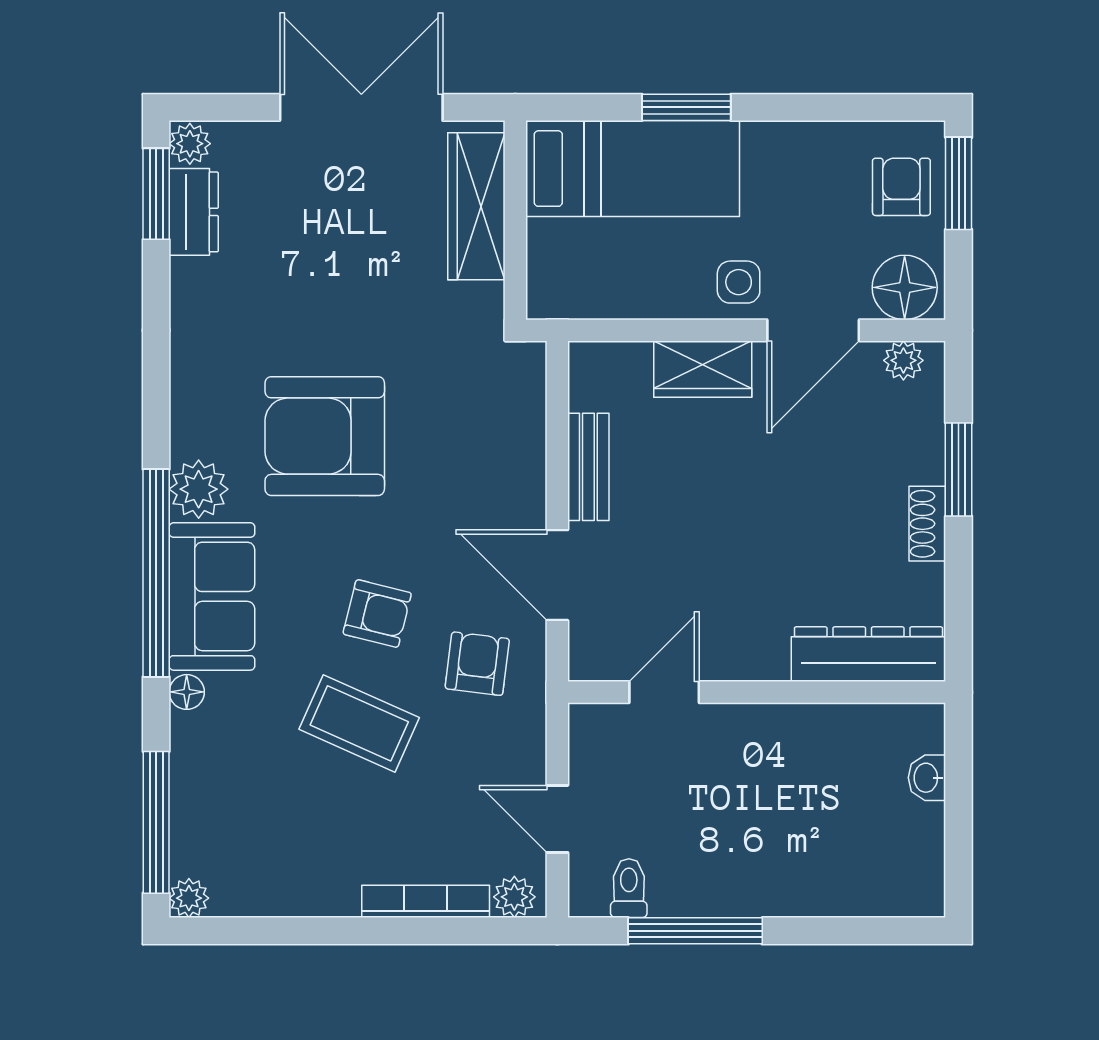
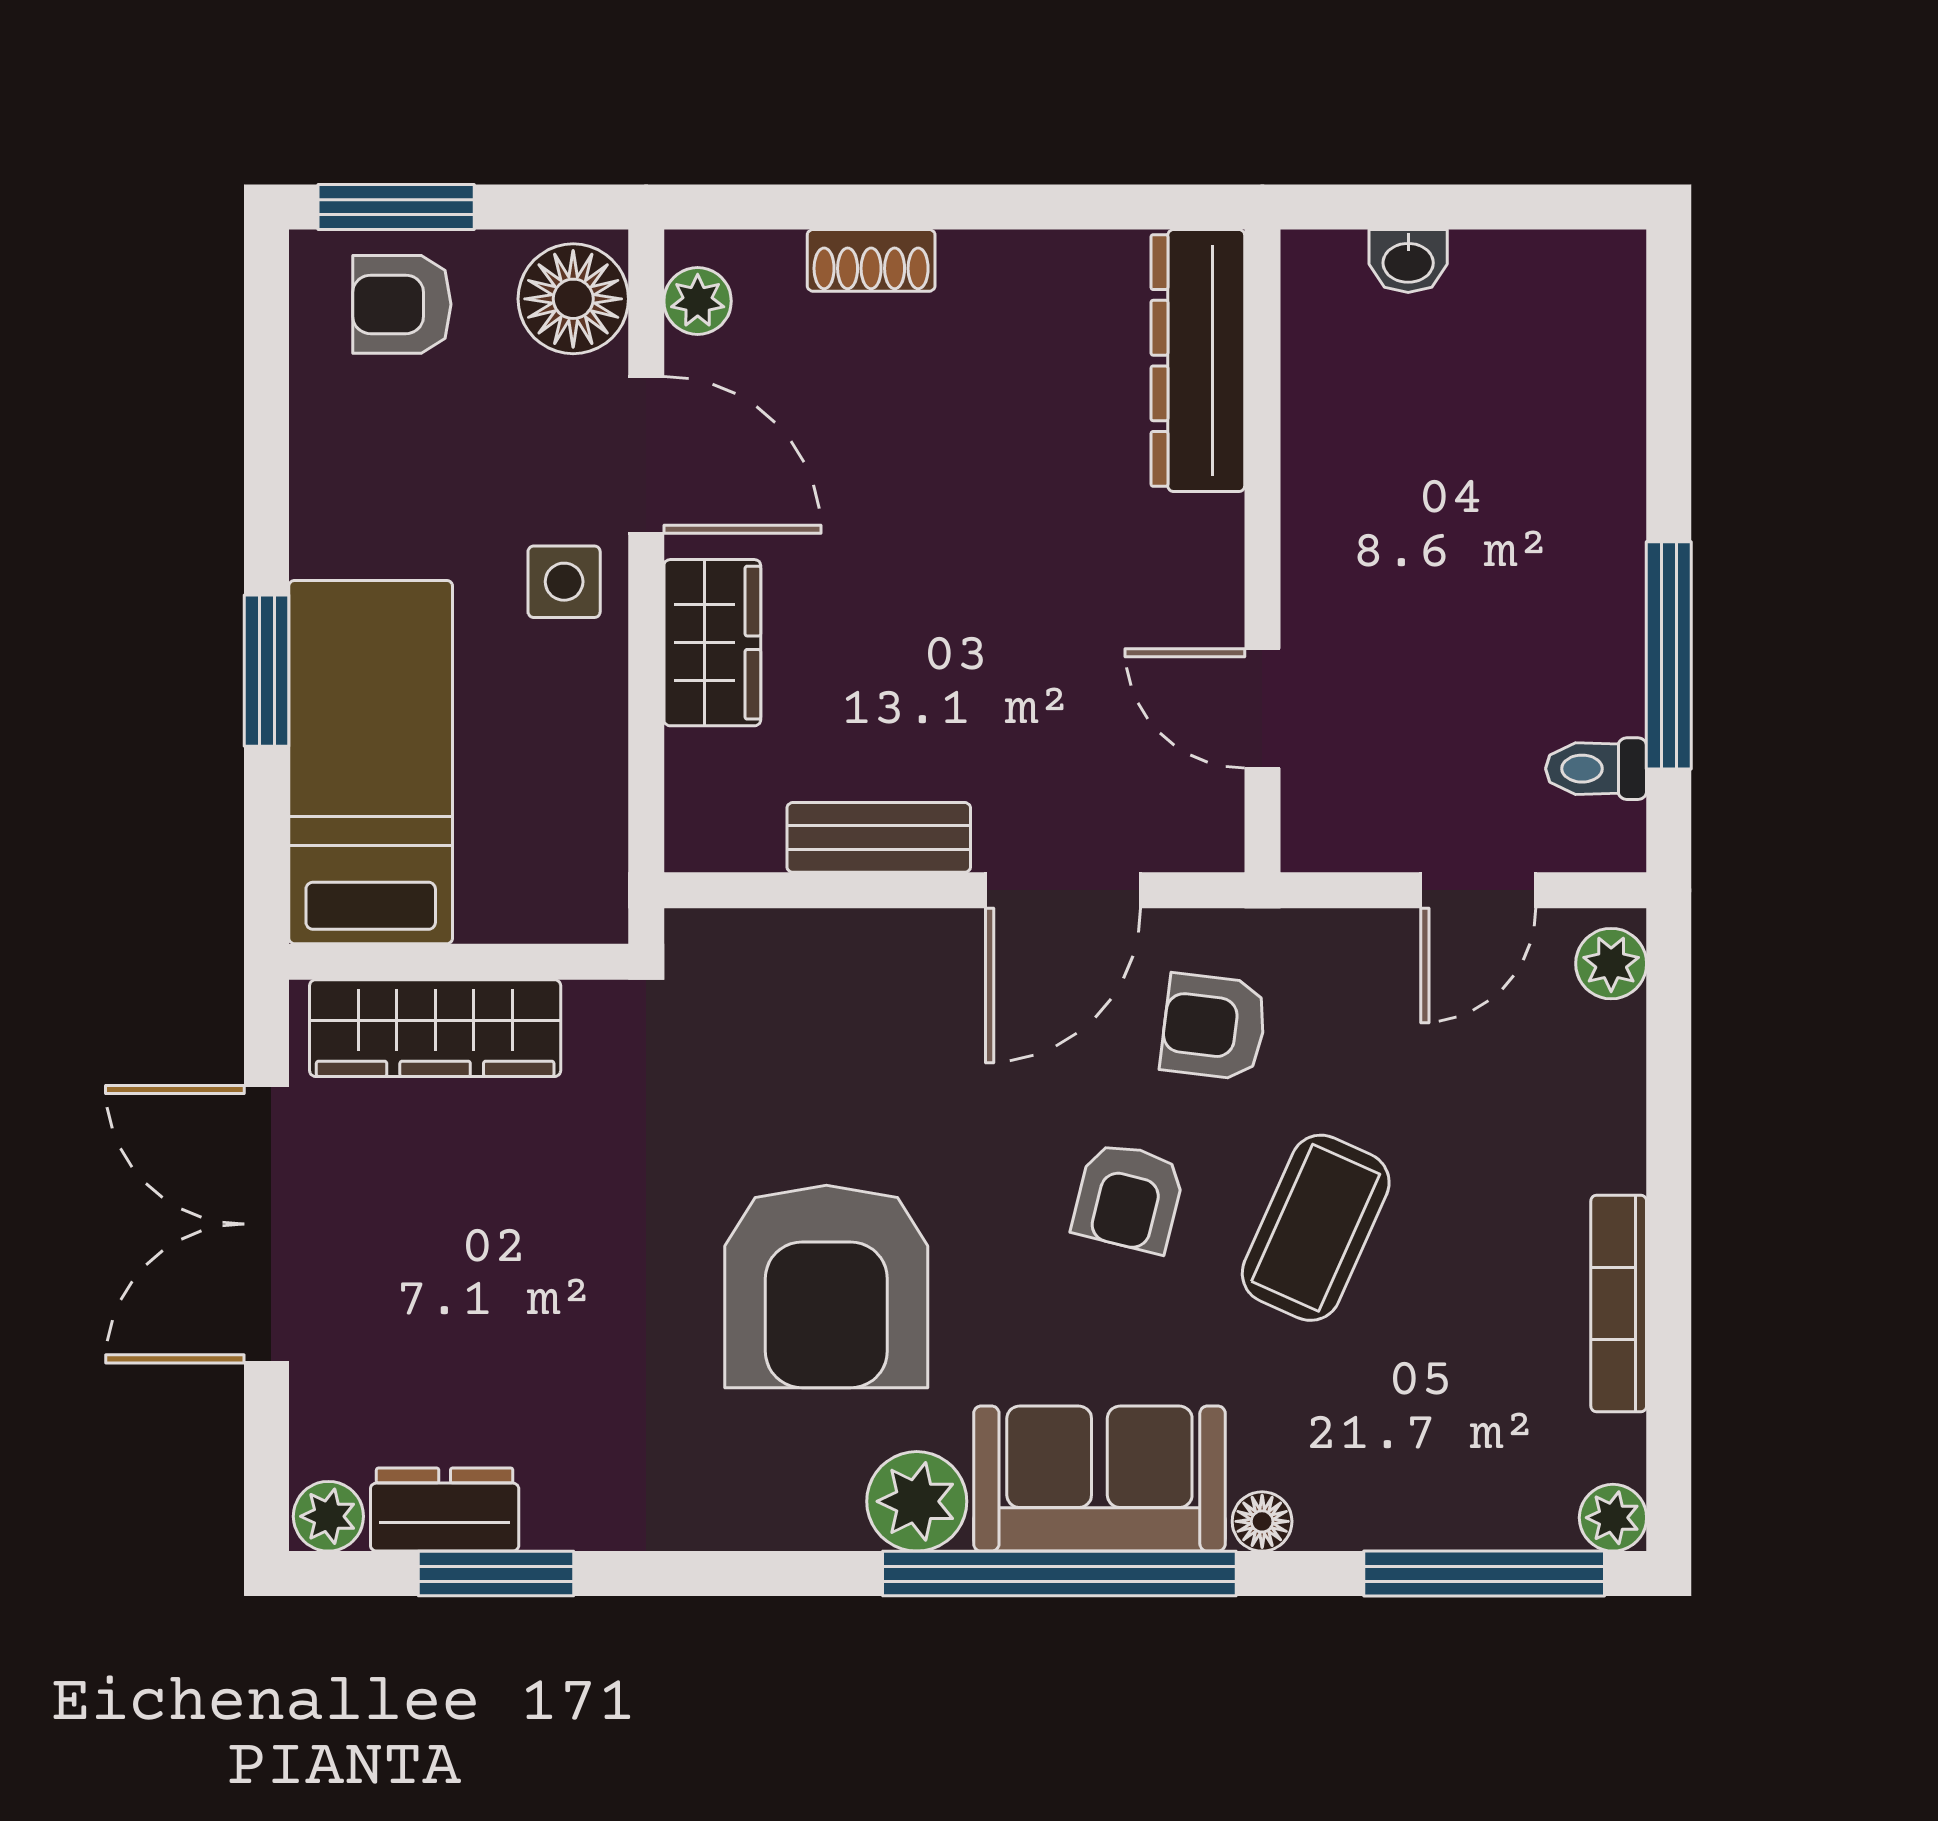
window: (156, 194) -> (496, 1574), moved
window: (959, 469) -> (883, 207), removed
shoe rack: (927, 524) -> (871, 260), moved
armchair: (377, 613) -> (1128, 1197), turned 180
bookcase: (426, 901) -> (1619, 1304), moved

